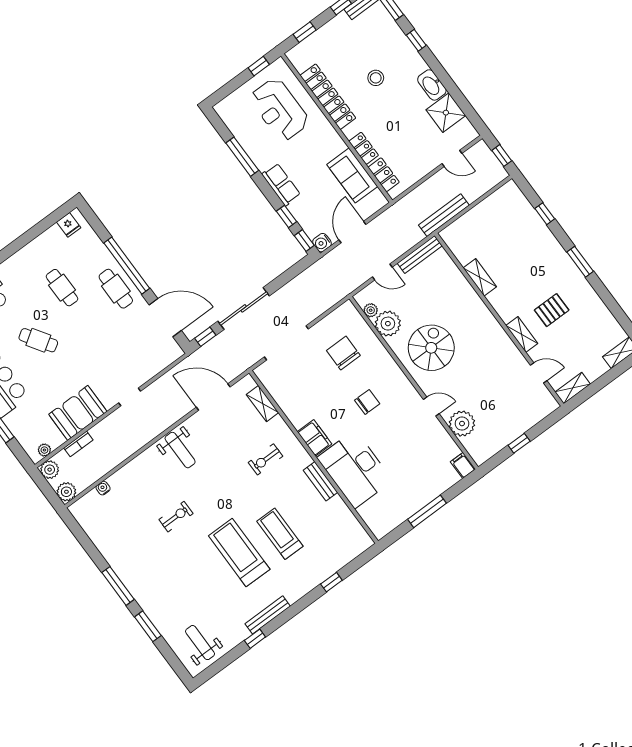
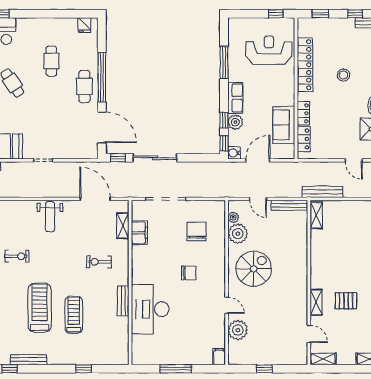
reception desk: (279, 109) -> (269, 50), turned 90
plant: (300, 210) -> (235, 122), added
shelving: (480, 277) -> (316, 215), moved
filing cabinet: (315, 438) -> (139, 233), moved

